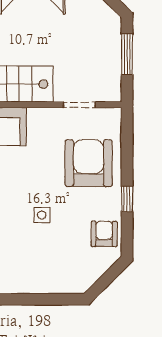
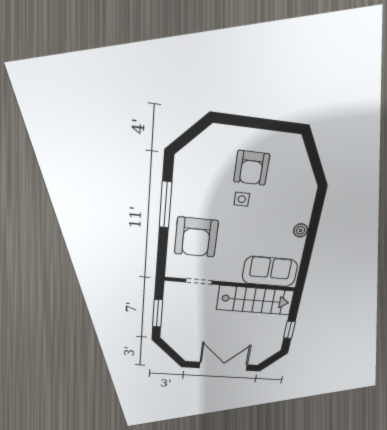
window: (127, 199) -> (165, 205), width x2.17
armchair: (104, 234) -> (252, 168), moved, width x1.38, depth x1.38

